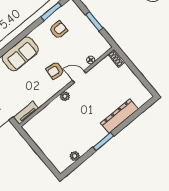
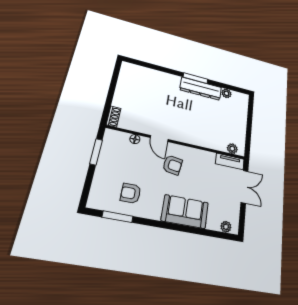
window: (94, 21) -> (96, 152), moved
plant: (65, 96) -> (232, 149), moved
dresser: (119, 116) -> (201, 89), moved

